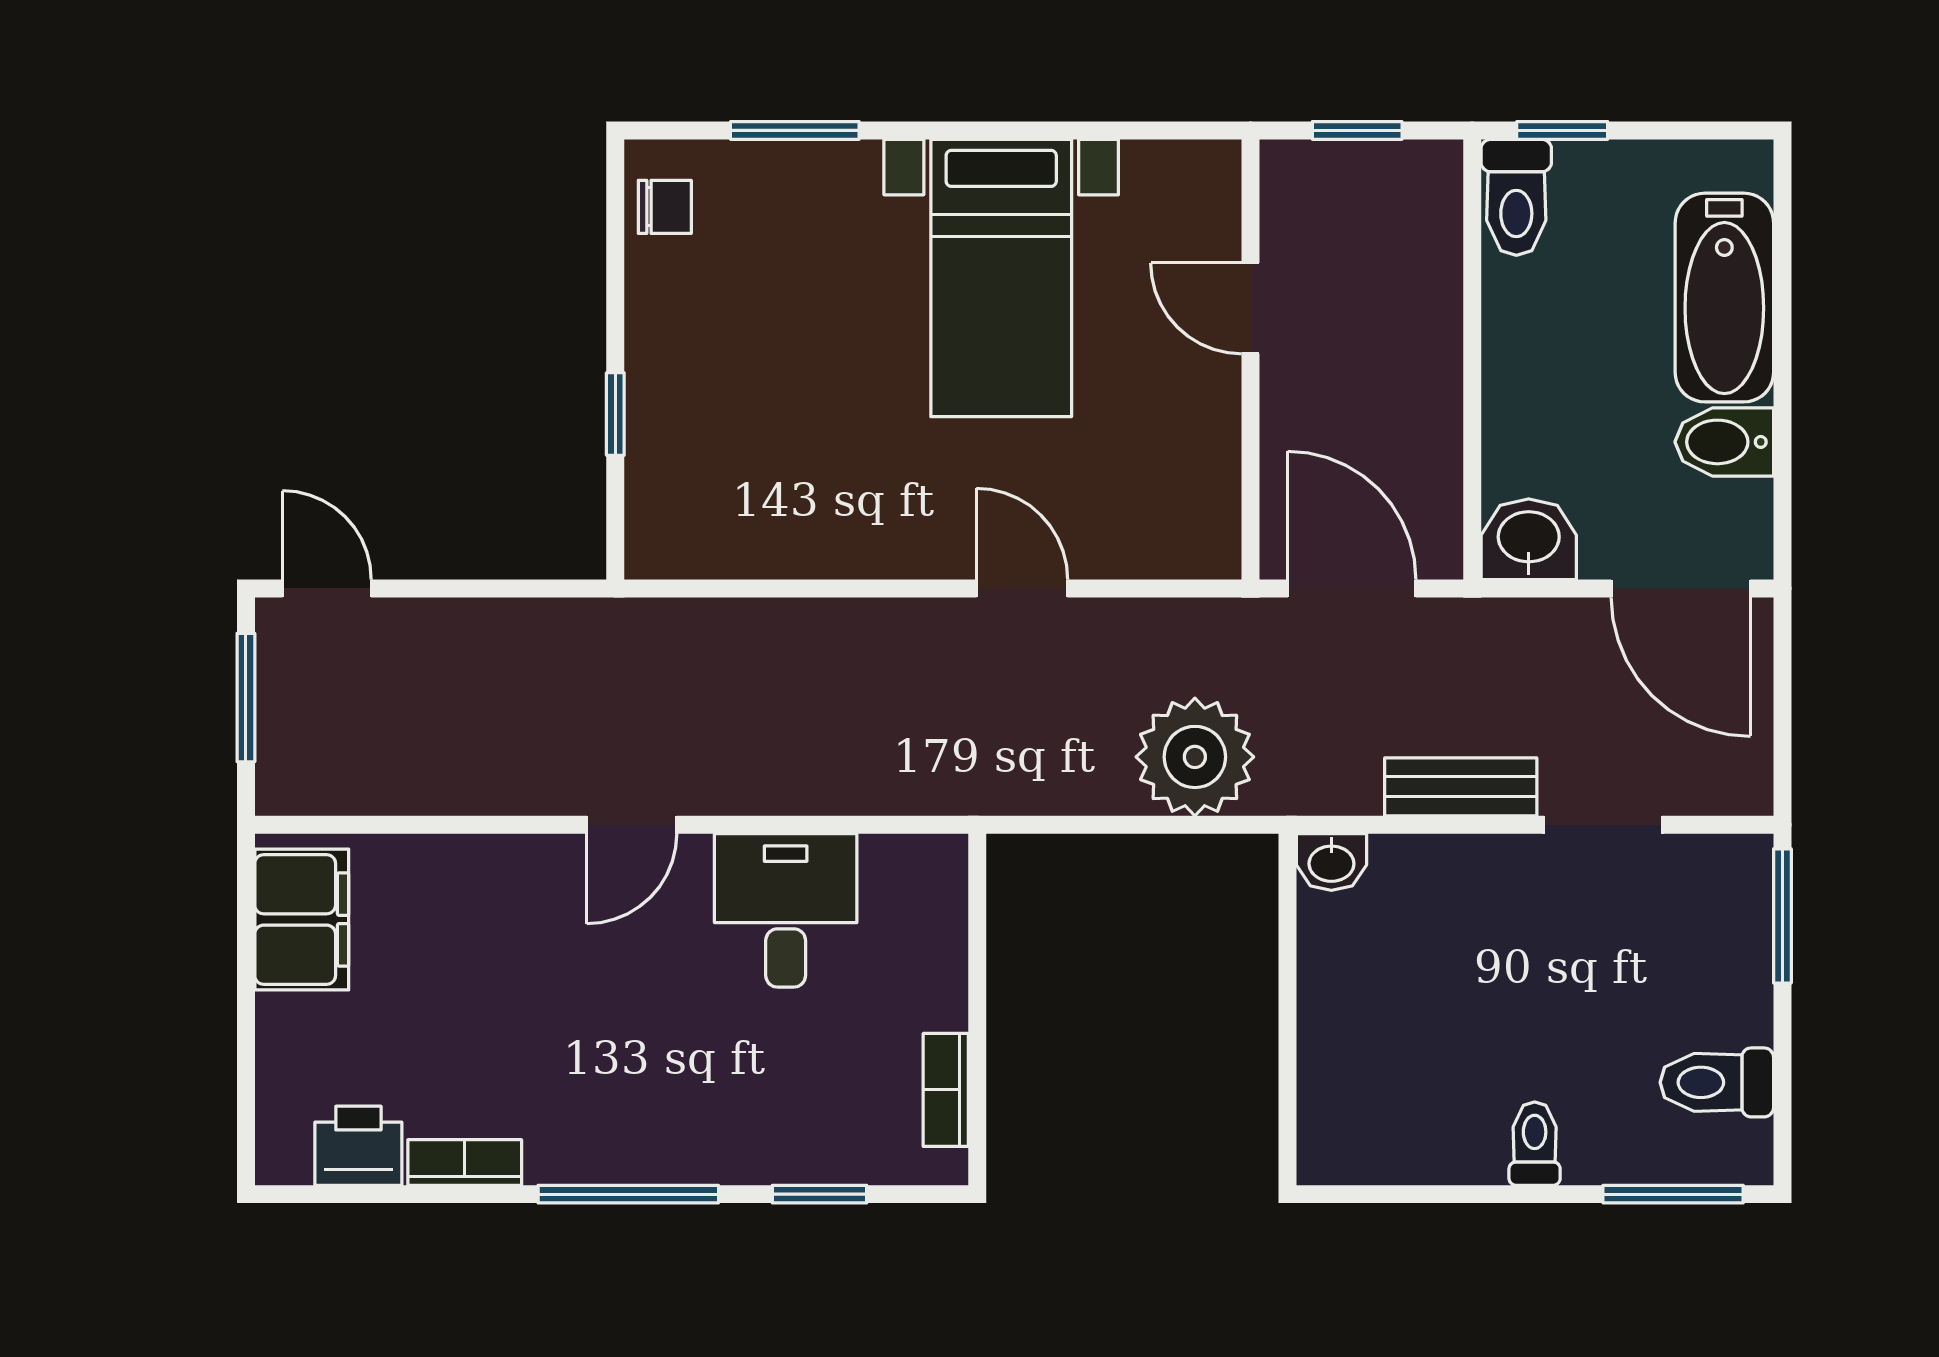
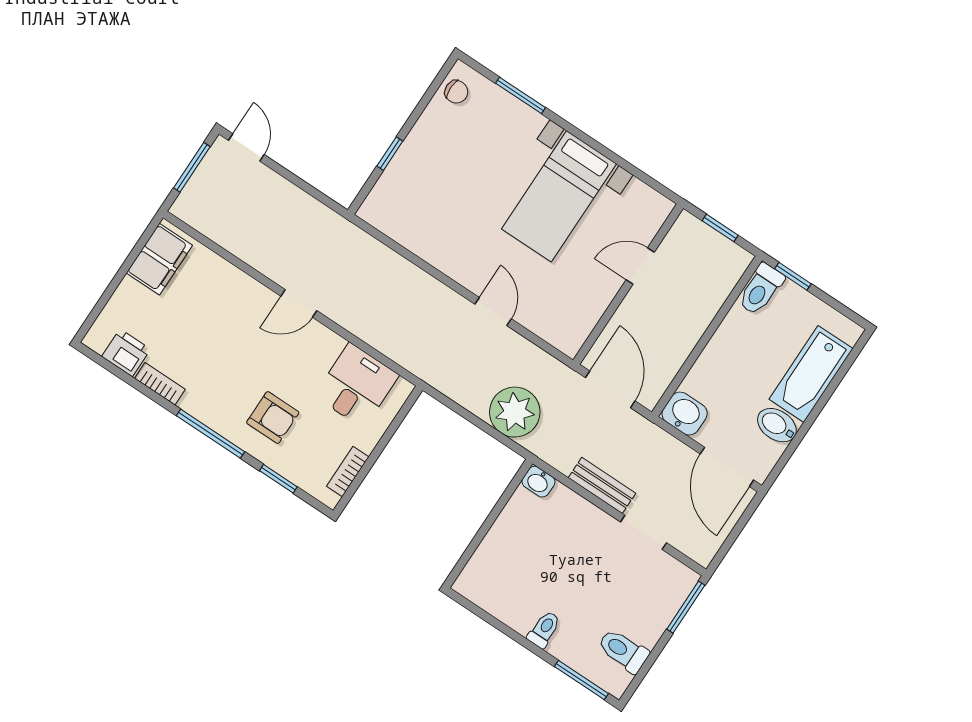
door: (1251, 308) -> (640, 266), hinge flipped
desk: (786, 910) -> (356, 385), moved
armchair: (729, 1082) -> (273, 417), added

